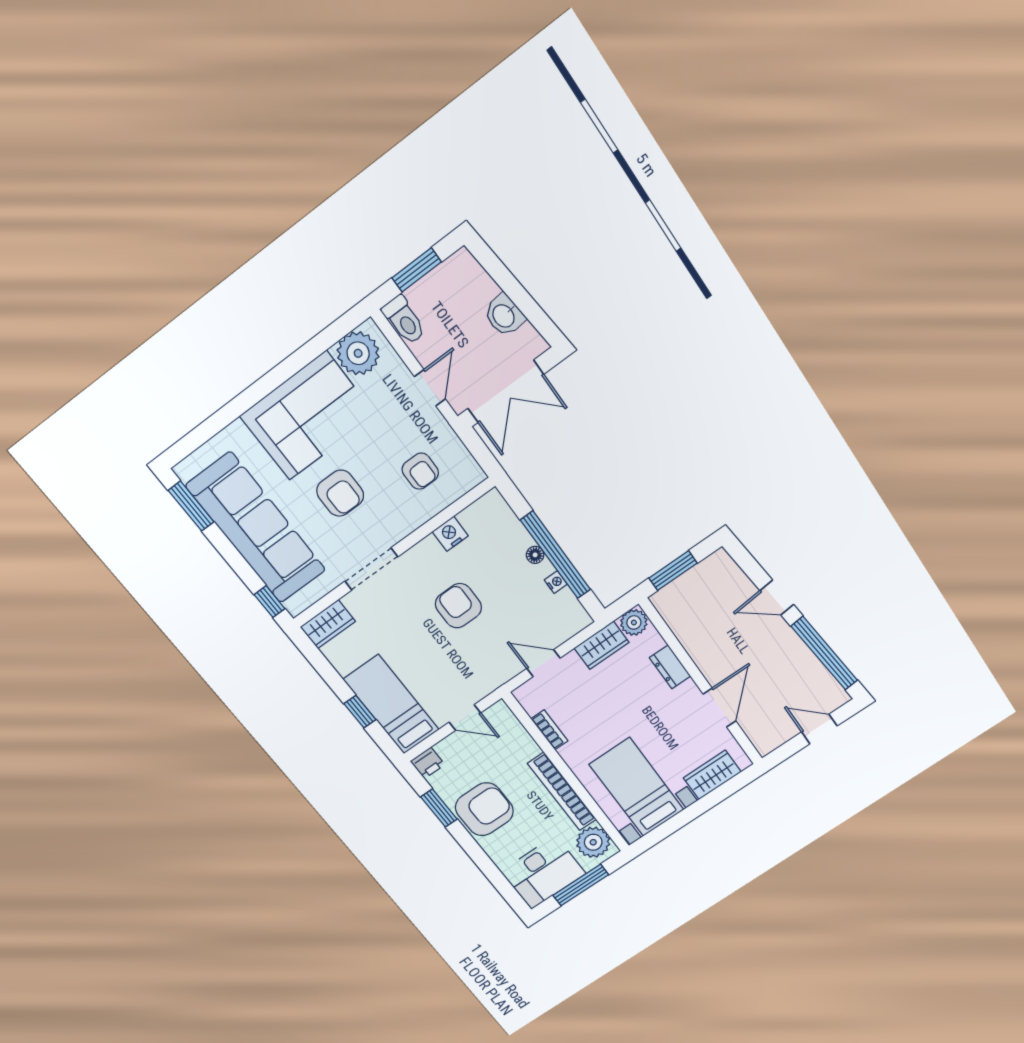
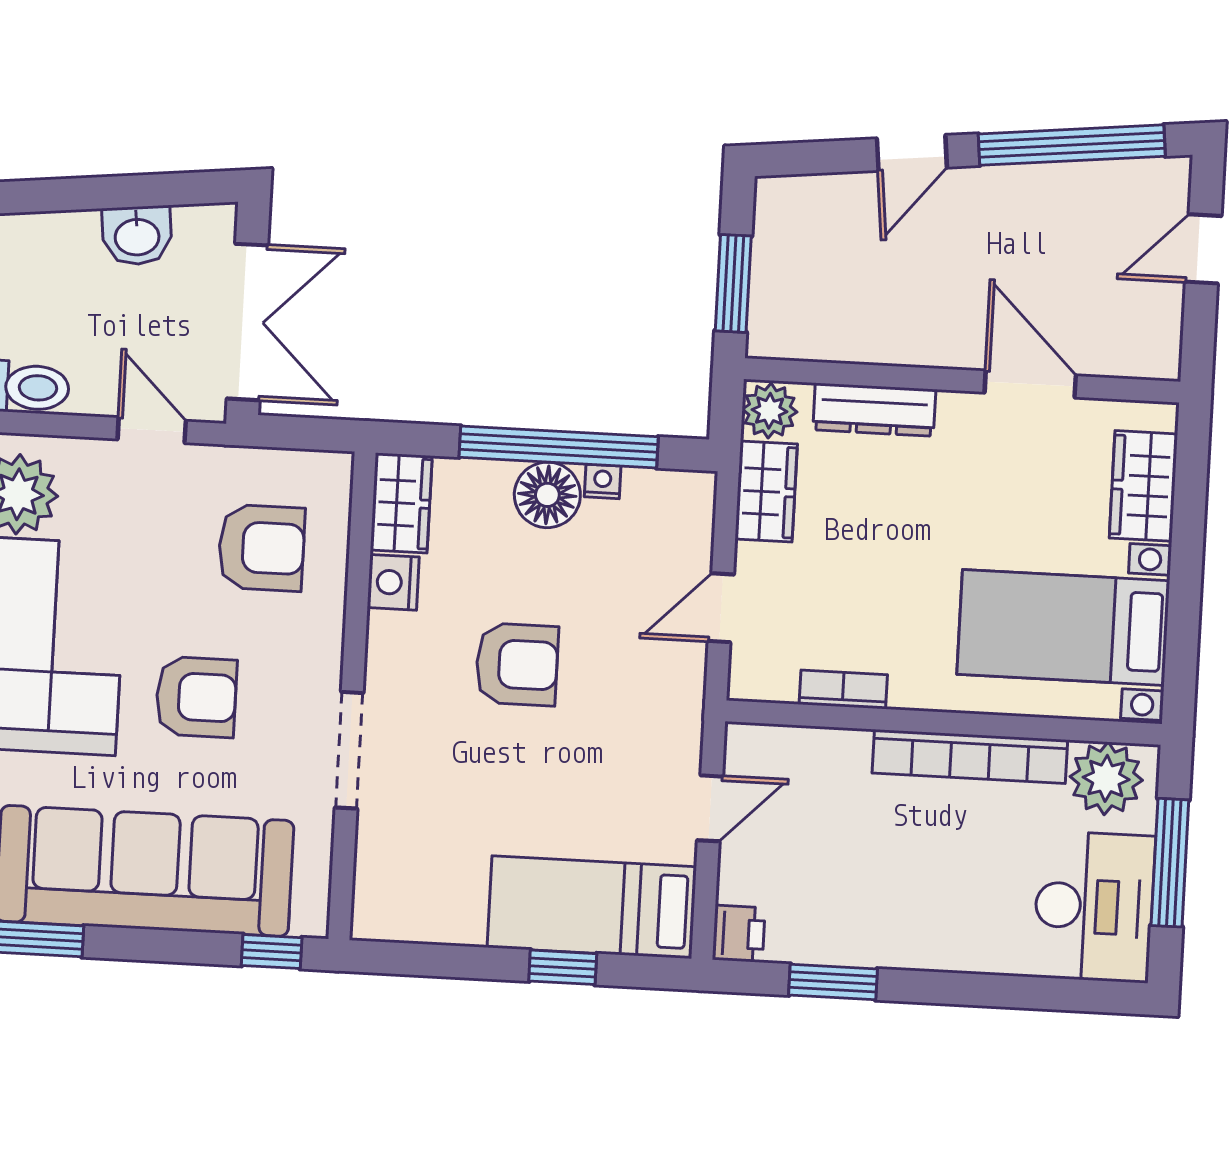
armchair: (420, 471) -> (261, 548), width x1.38, depth x1.38
floor lamp: (535, 555) -> (547, 495), width x1.89, depth x1.89
armchair: (458, 606) -> (517, 664), turned 180
wardrobe: (328, 624) -> (401, 503), moved
dresser: (670, 667) -> (874, 410), width x1.44
armchair: (484, 809) -> (897, 910), removed

